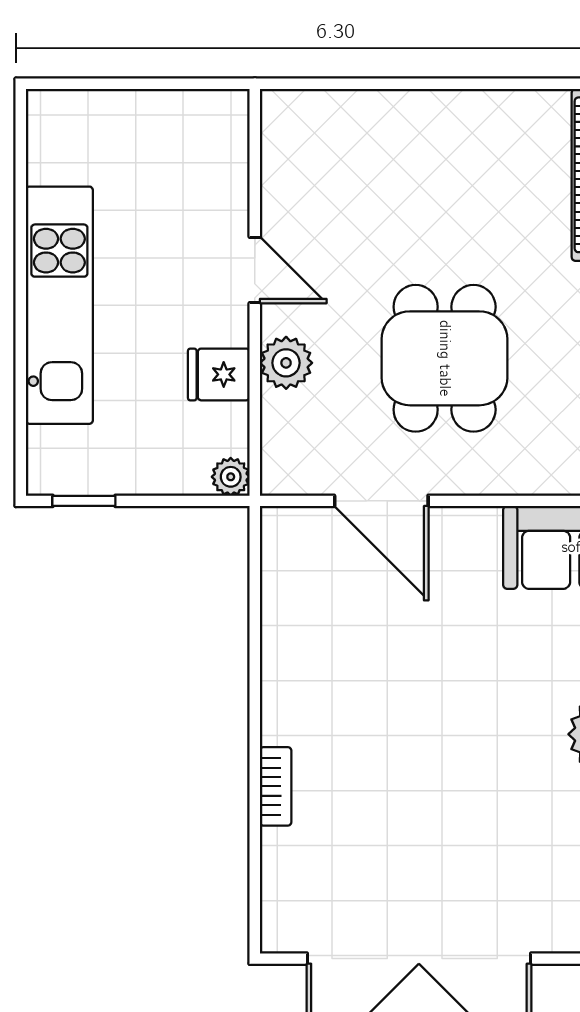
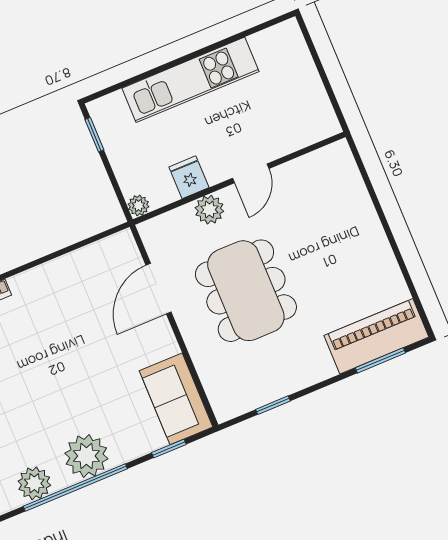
dining table: (445, 358) -> (246, 291), width x1.38

